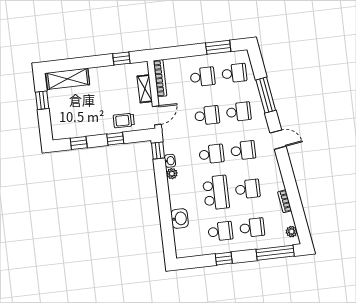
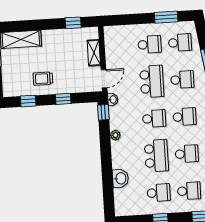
bookcase: (160, 78) -> (109, 44), removed
school desk: (207, 115) -> (152, 81), width x1.85
trolley: (124, 120) -> (43, 79), moved
washbasin: (170, 161) -> (113, 99), moved

